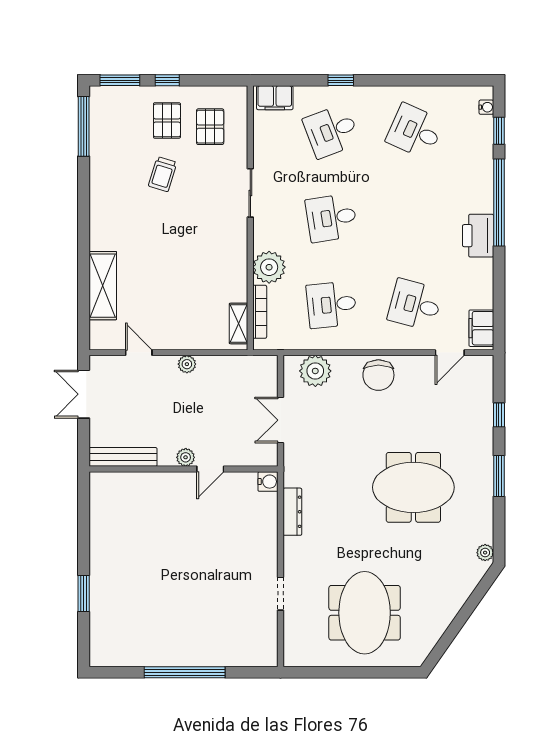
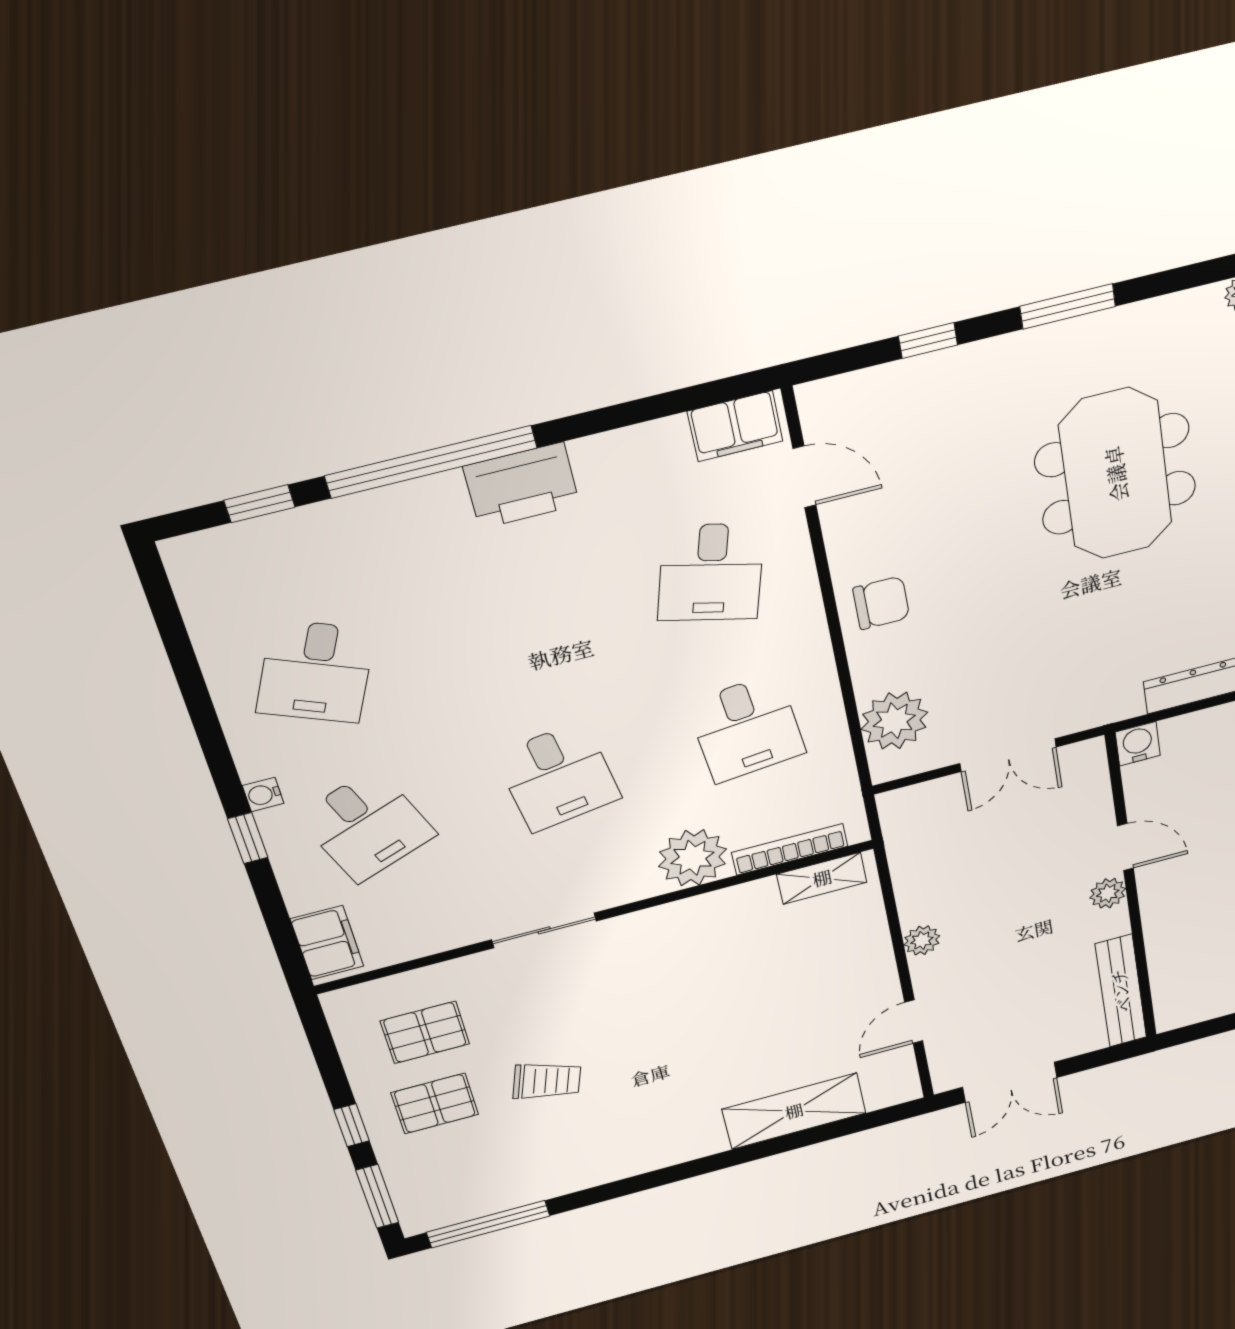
water cooler: (486, 107) -> (263, 795), moved, turned -90
chair: (378, 375) -> (881, 603), width x0.73, depth x0.73

